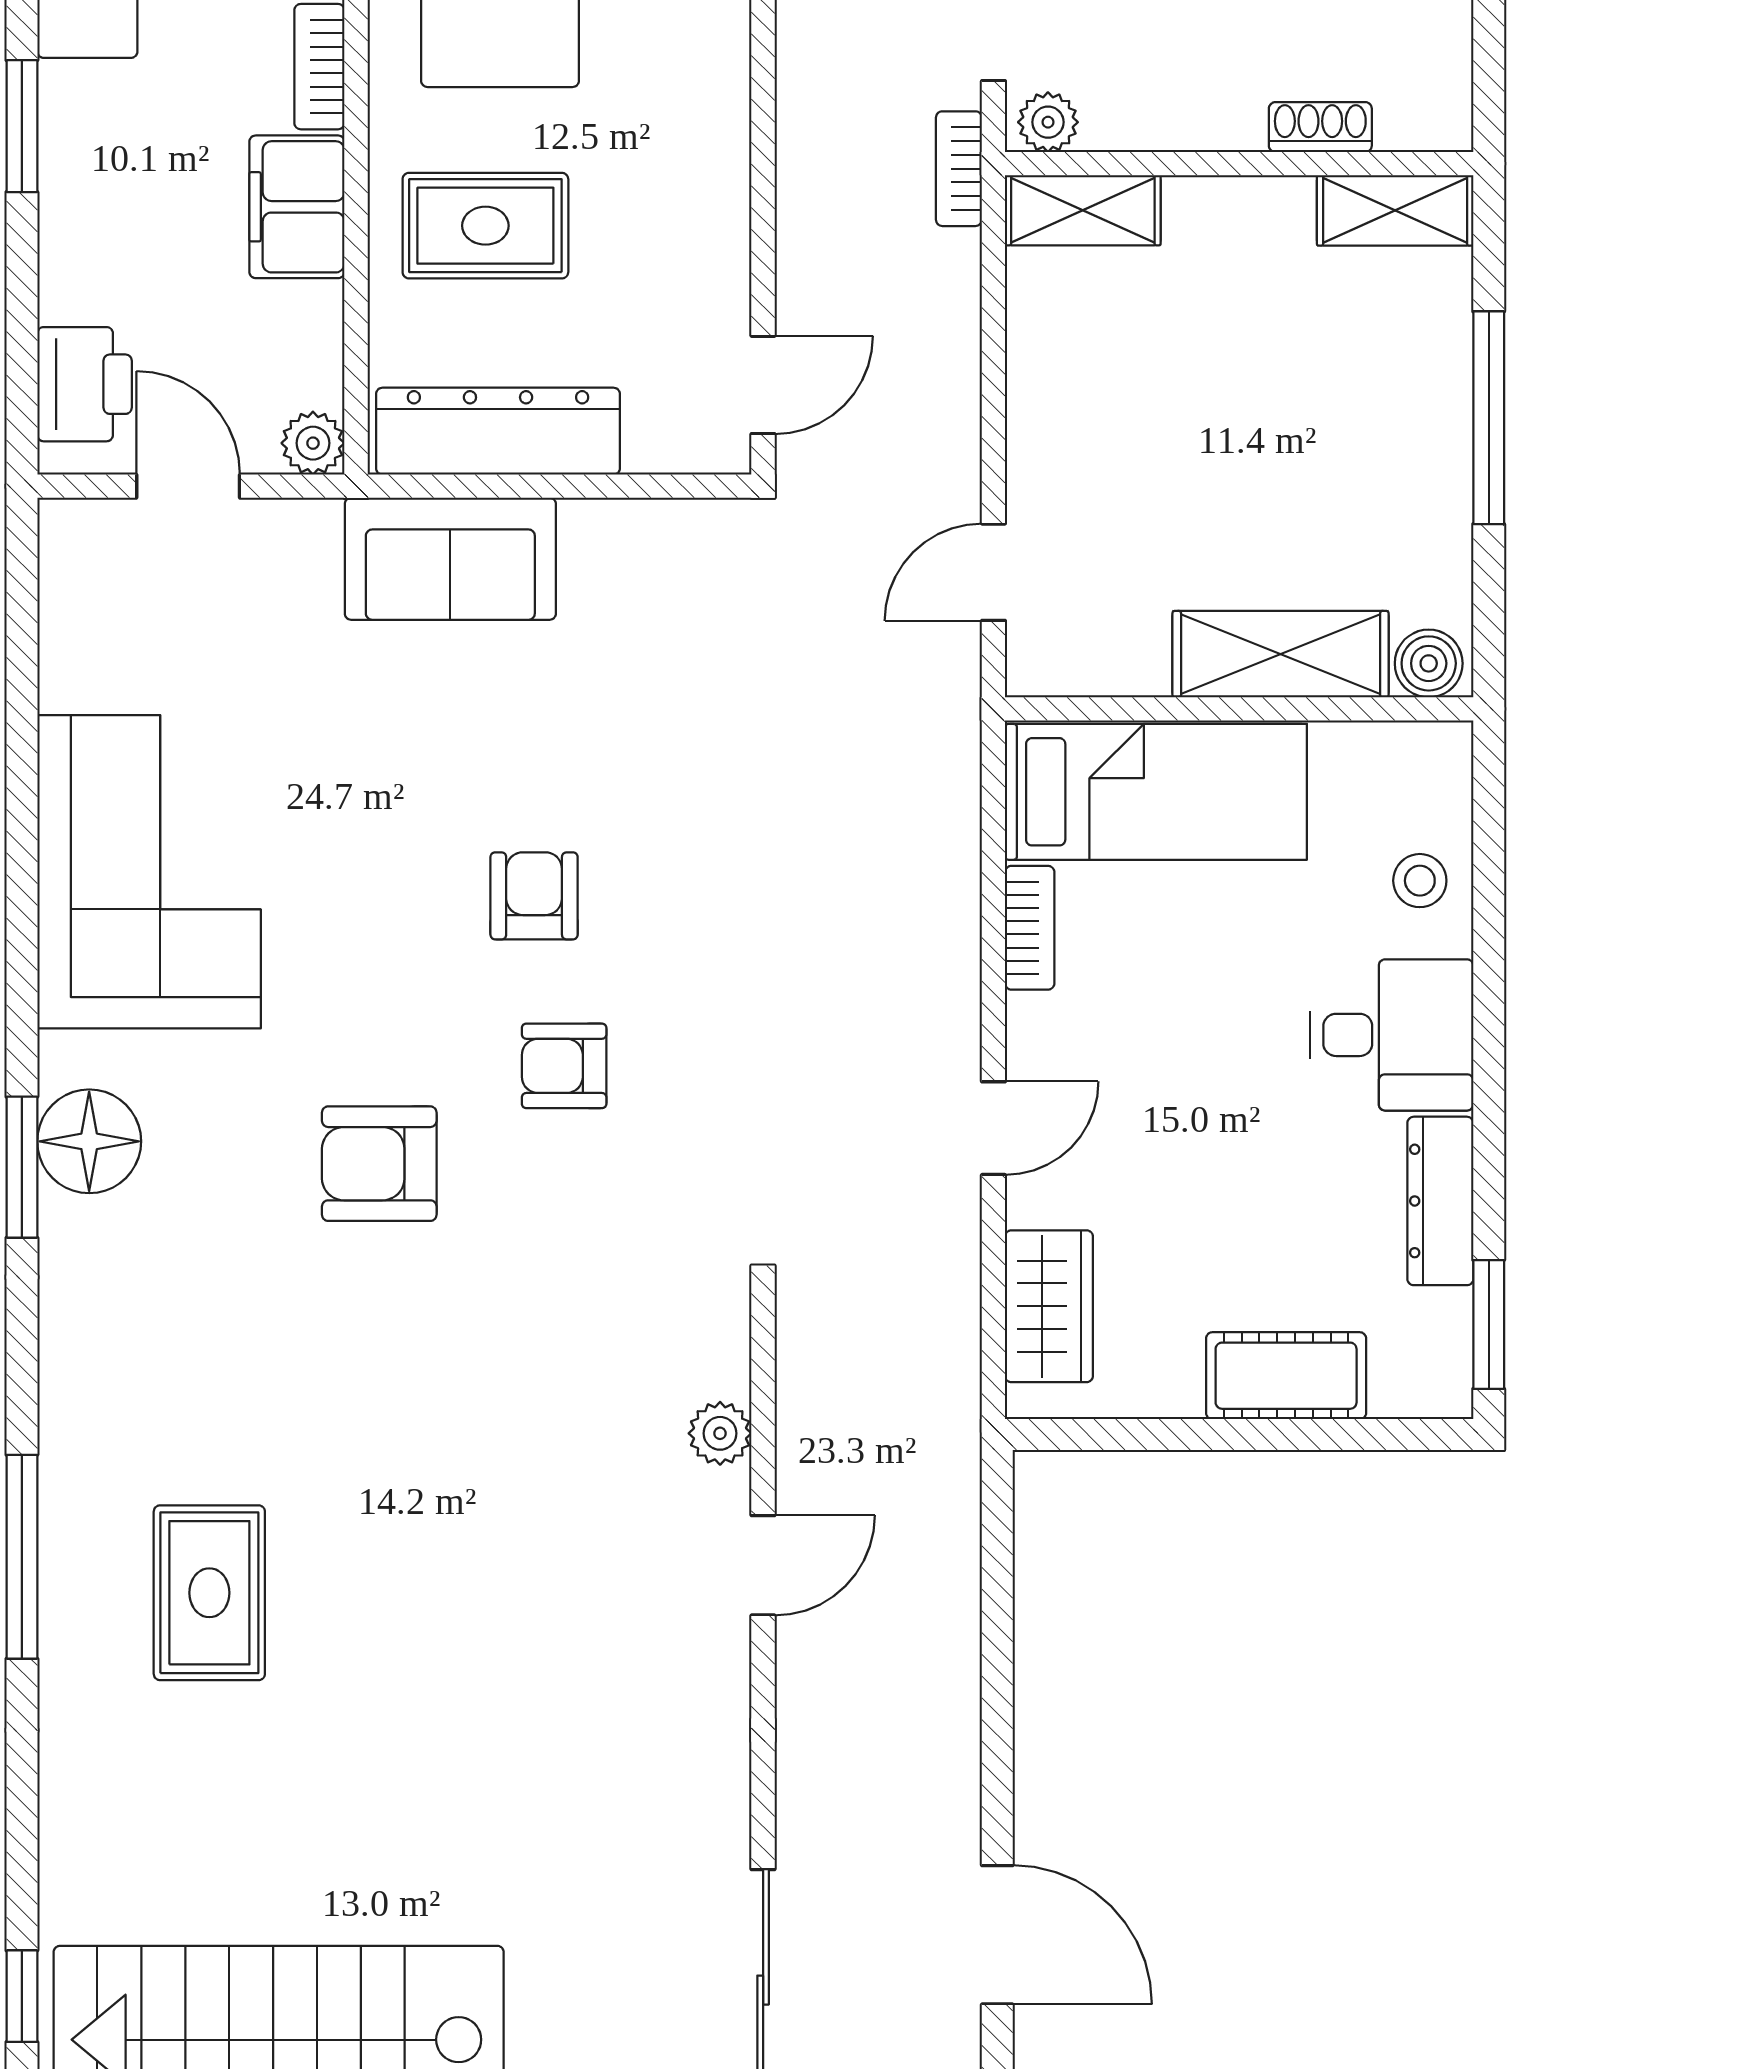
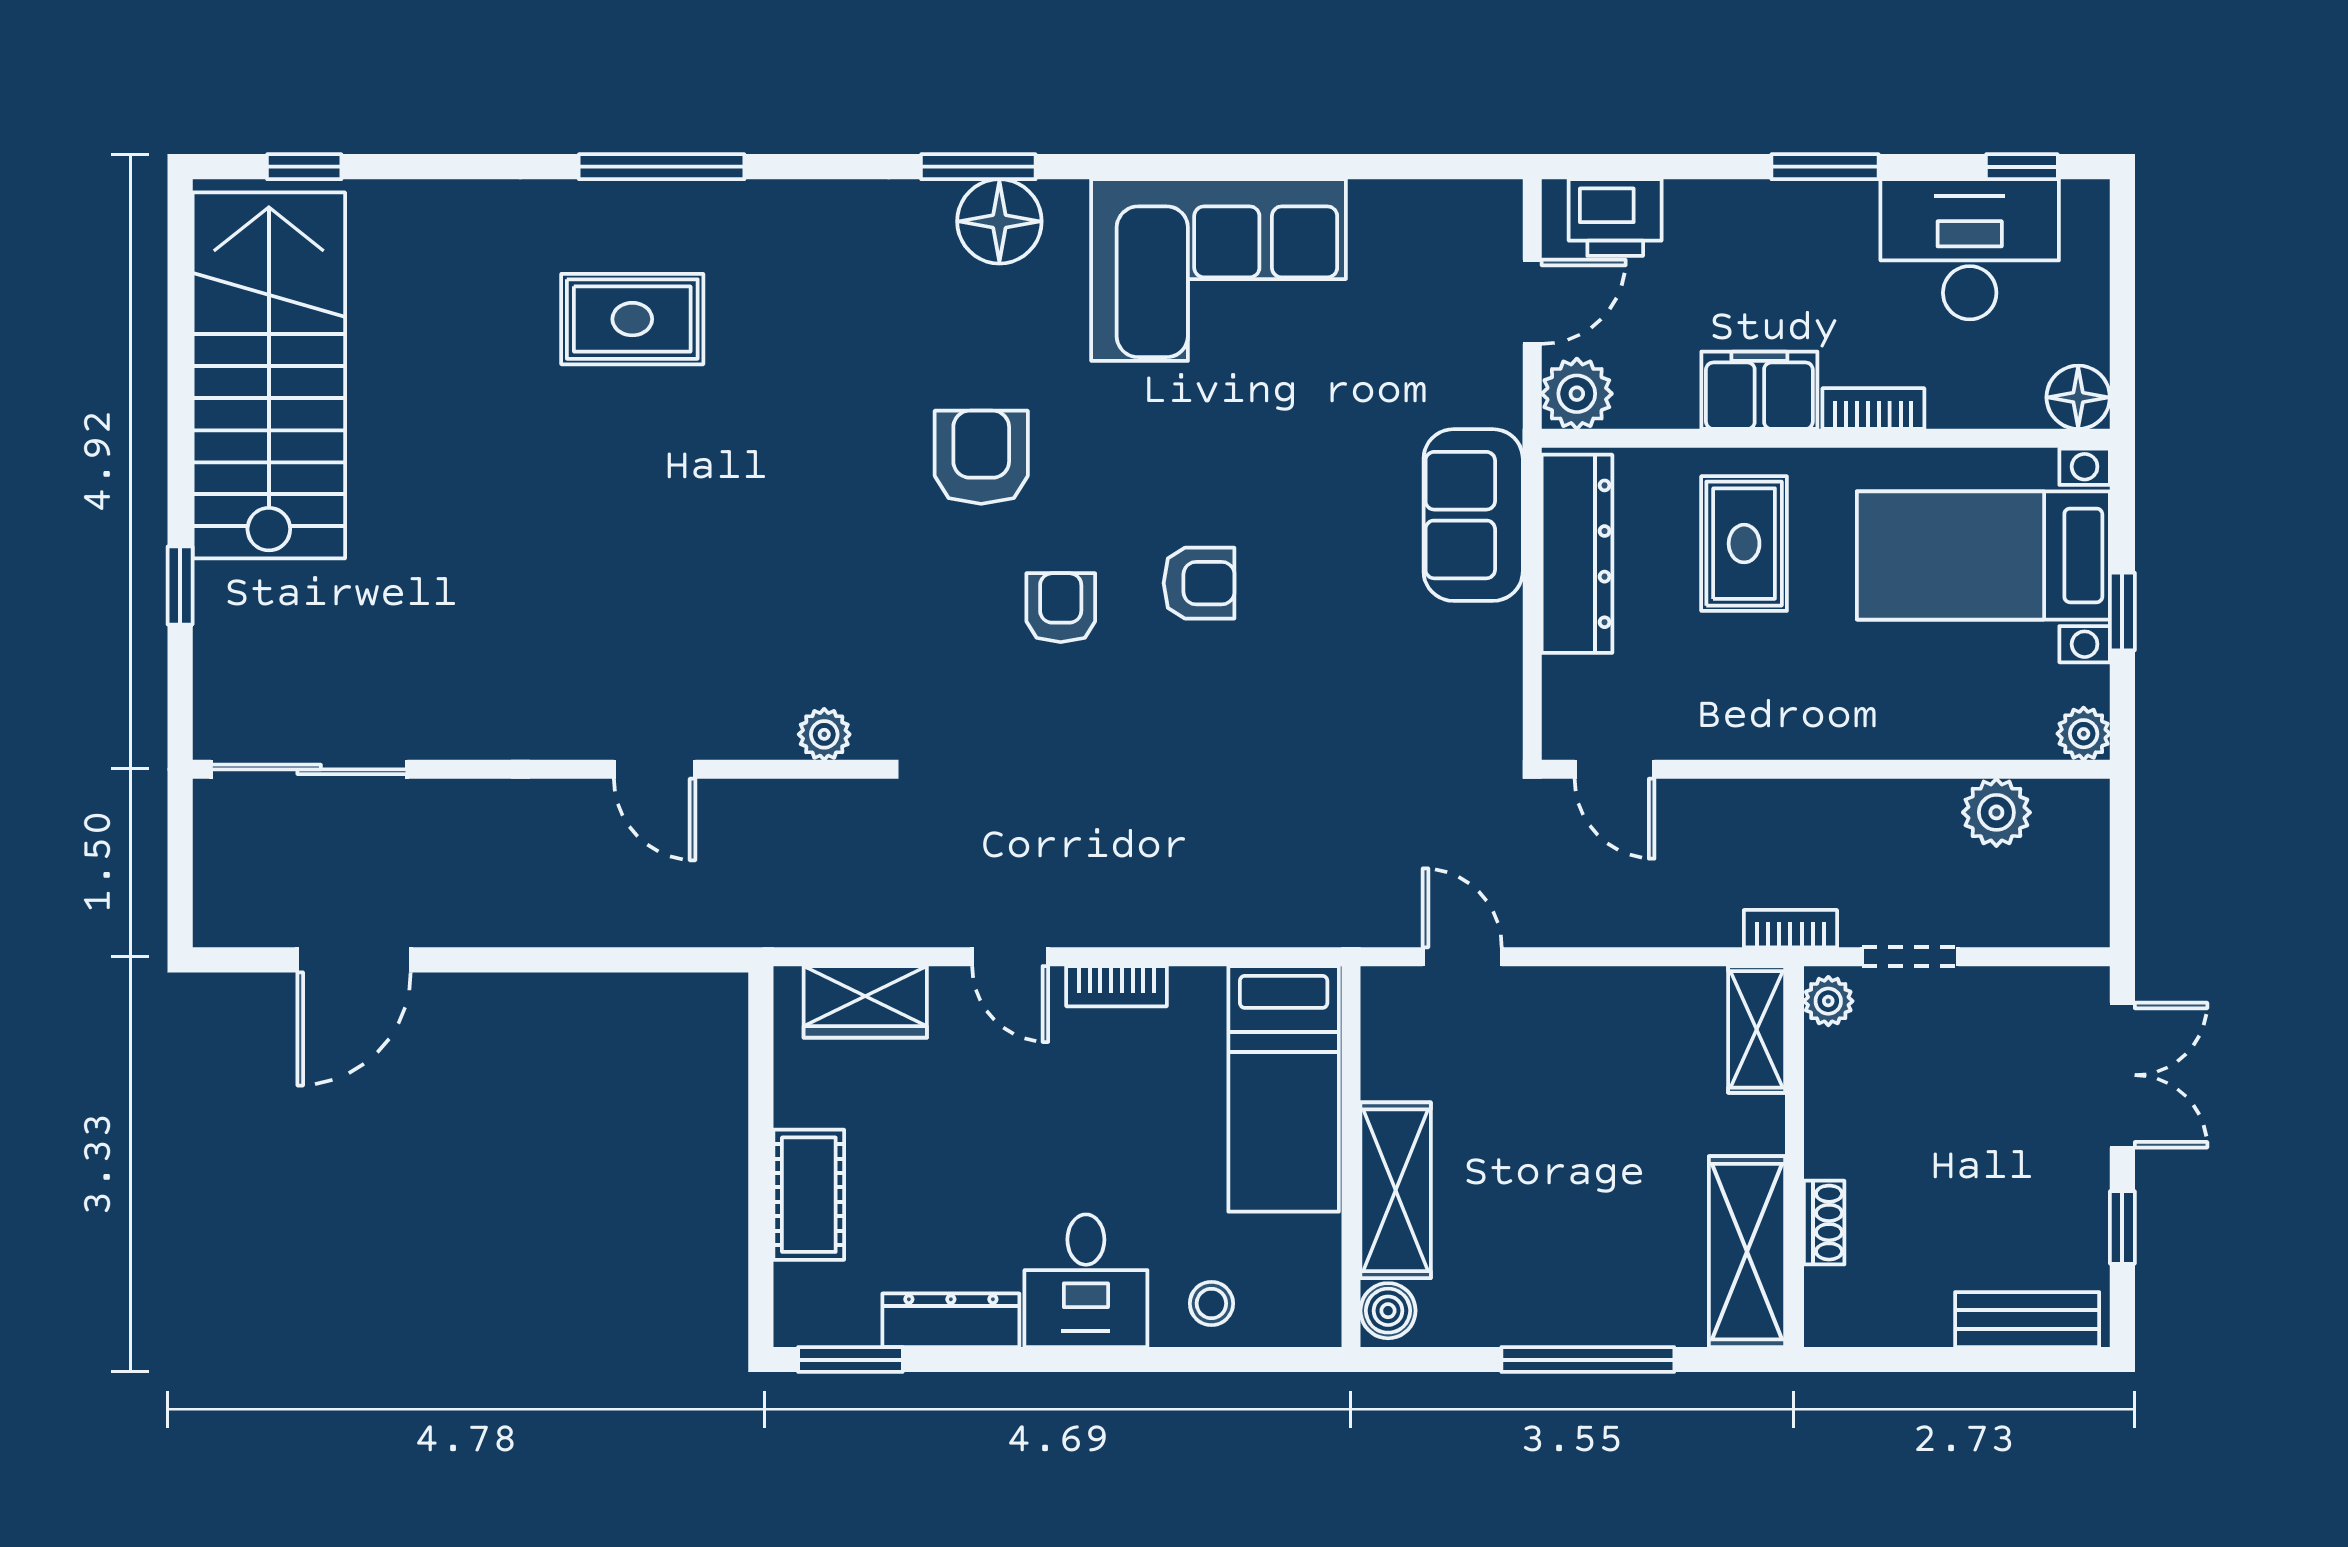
shelving: (1395, 210) -> (1747, 1252), width x1.50, depth x1.33
plant: (313, 443) -> (1577, 394), width x1.38, depth x1.38
bookcase: (1030, 928) -> (1116, 986), moved
plant: (720, 1433) -> (824, 734), moved

